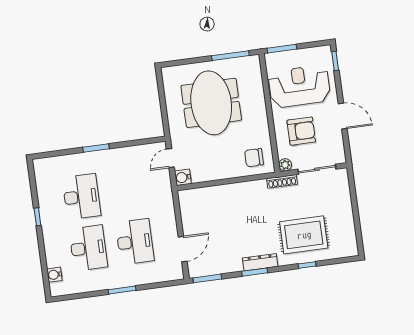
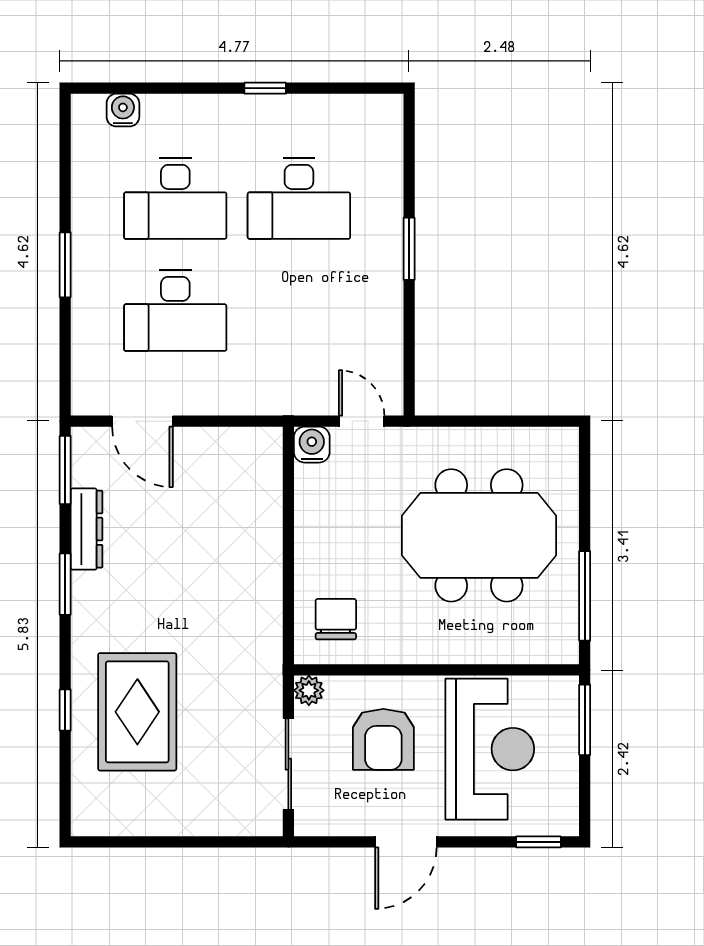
shoe rack: (282, 181) -> (271, 678), removed
dresser: (260, 262) -> (87, 529), moved

